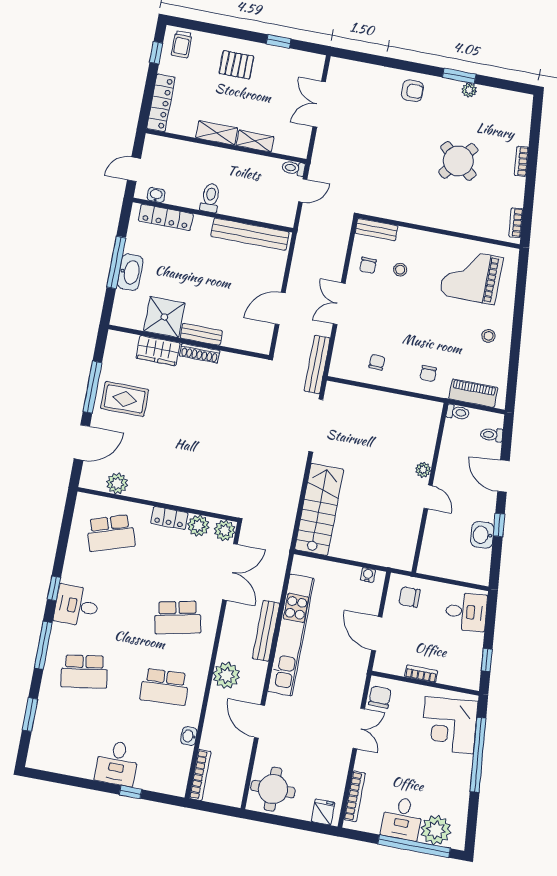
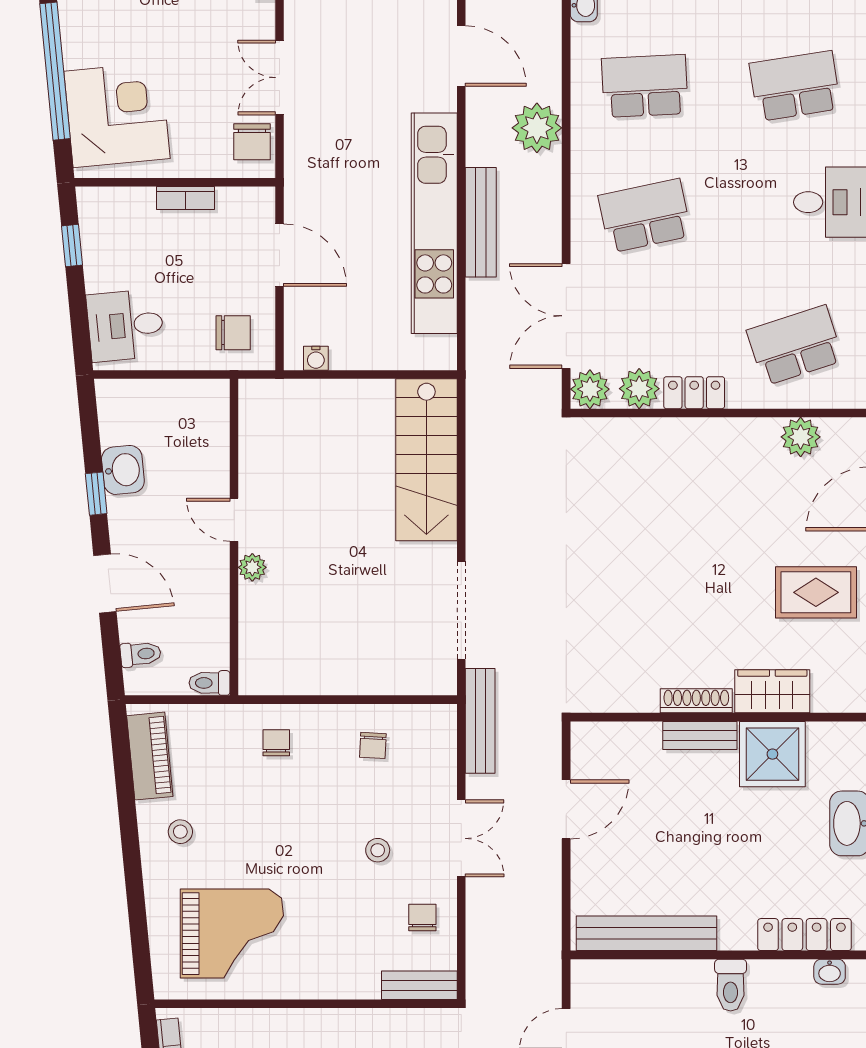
stool: (400, 270) -> (378, 850), moved
piano: (473, 393) -> (150, 756), moved, turned -96

